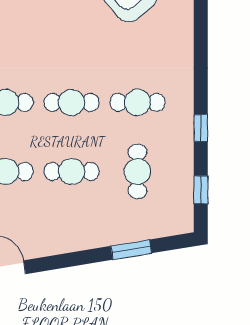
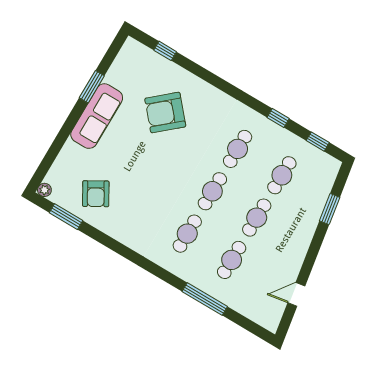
cafe table: (137, 171) -> (282, 175), turned 90

